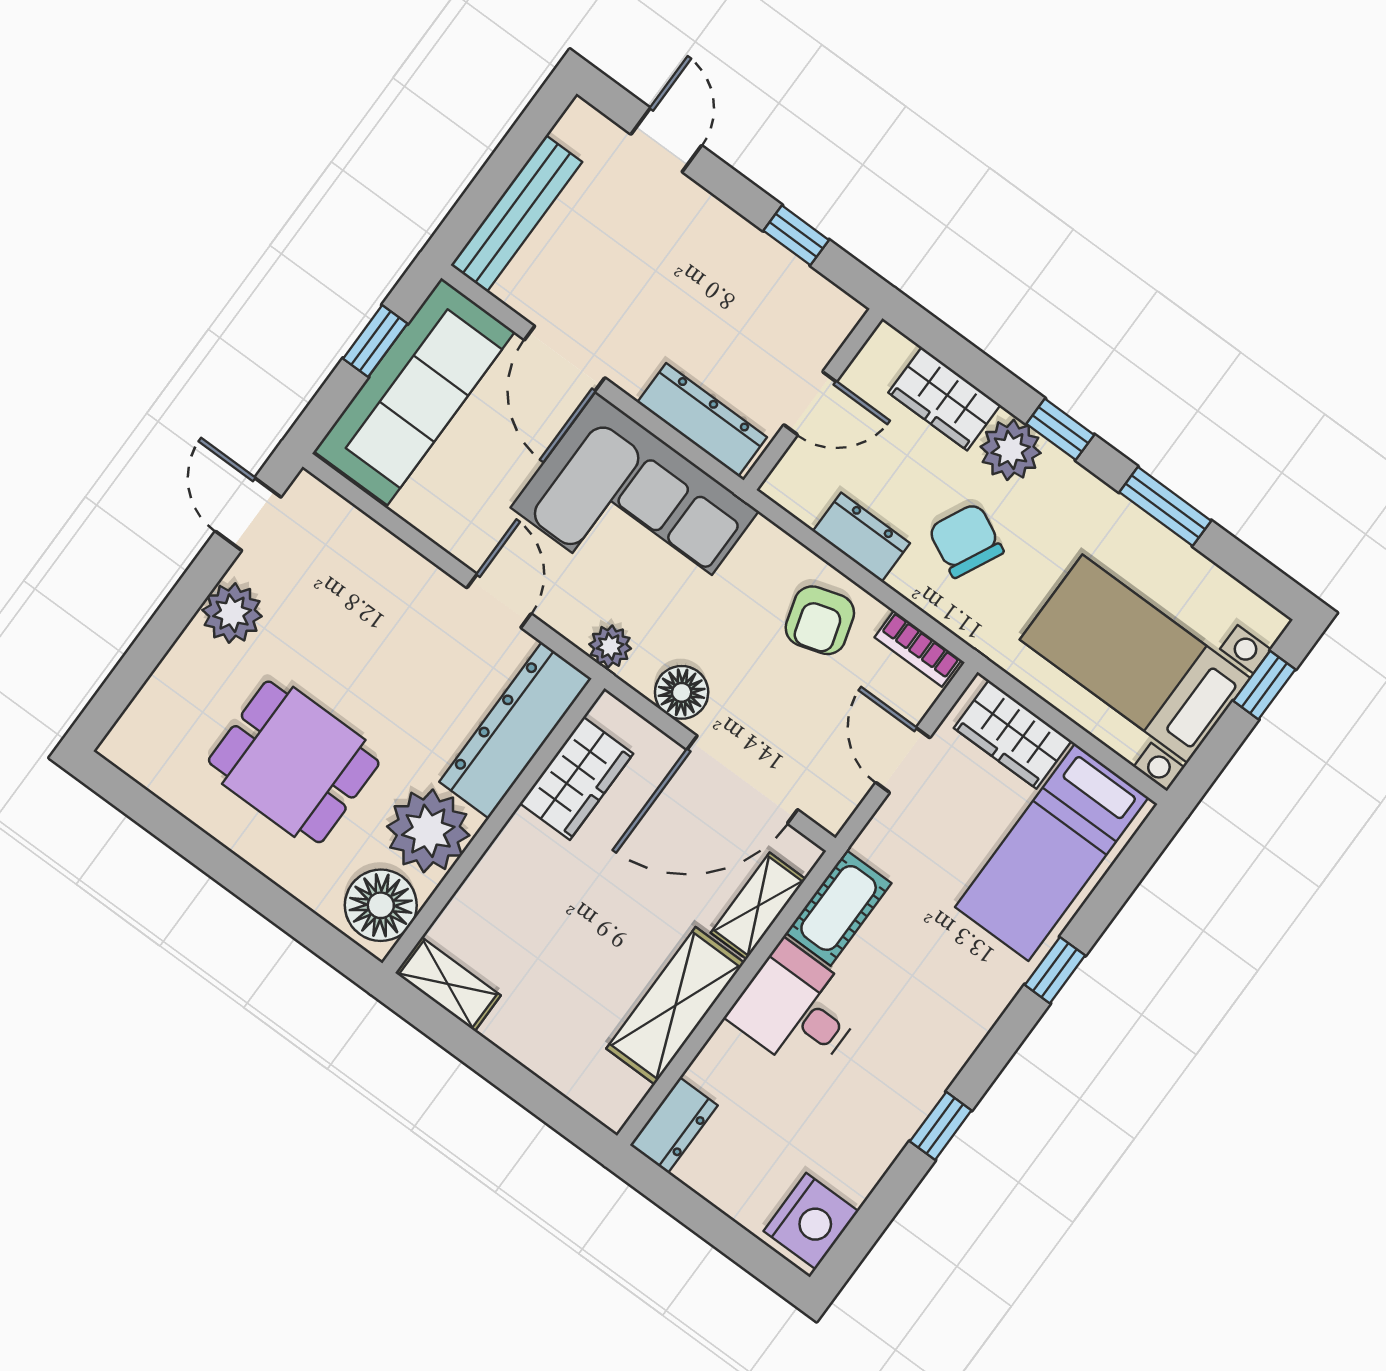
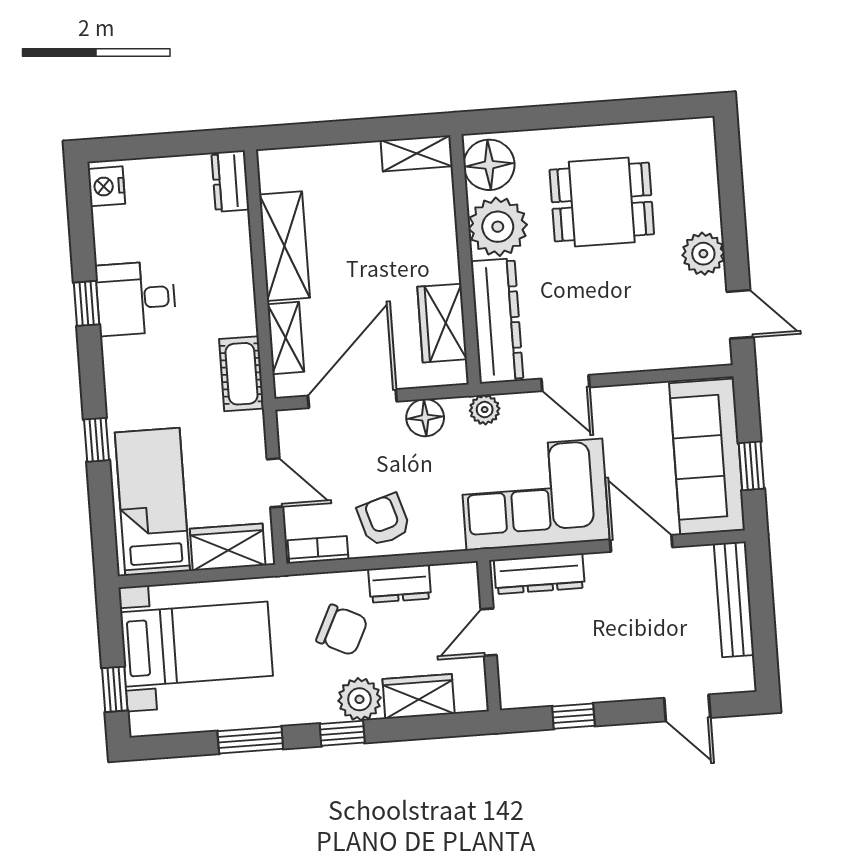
desk: (797, 1009) -> (136, 298), moved, turned 180
nightstand: (811, 1221) -> (106, 186), width x0.74, depth x0.75

